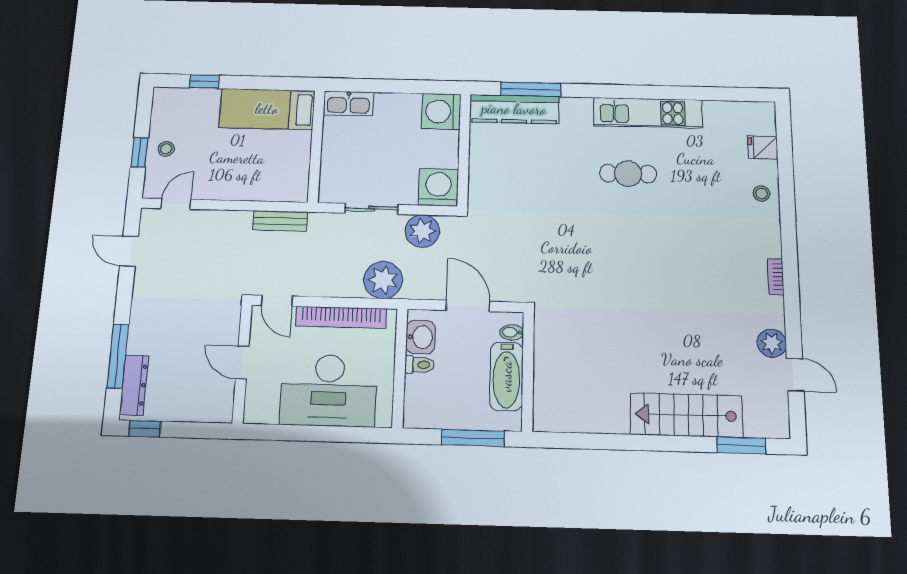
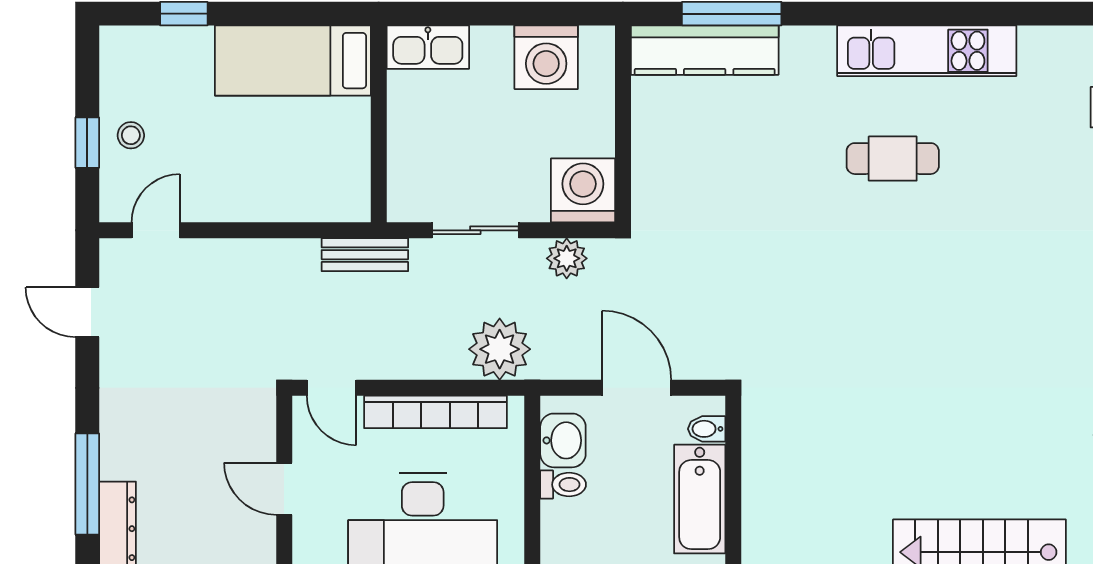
washing machine: (441, 111) -> (546, 57), moved, turned -90
bench: (280, 221) -> (365, 255), moved
plant: (422, 231) -> (567, 258), width x0.73, depth x0.73

